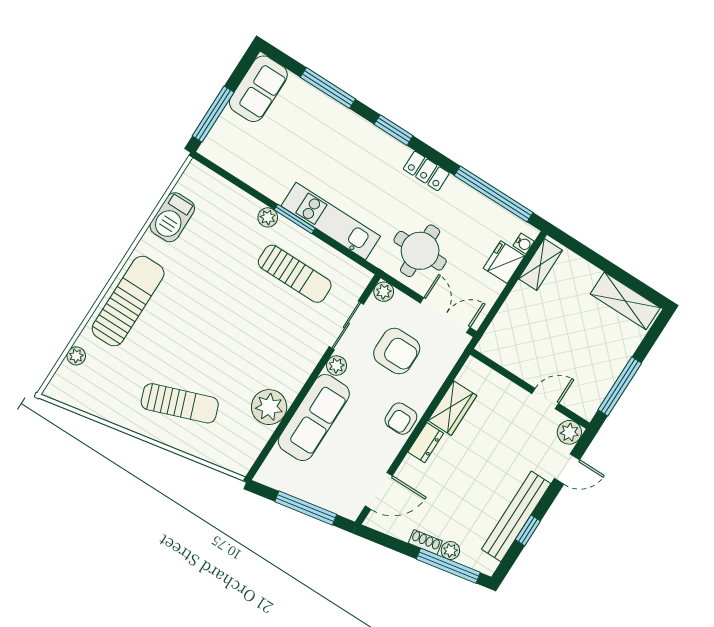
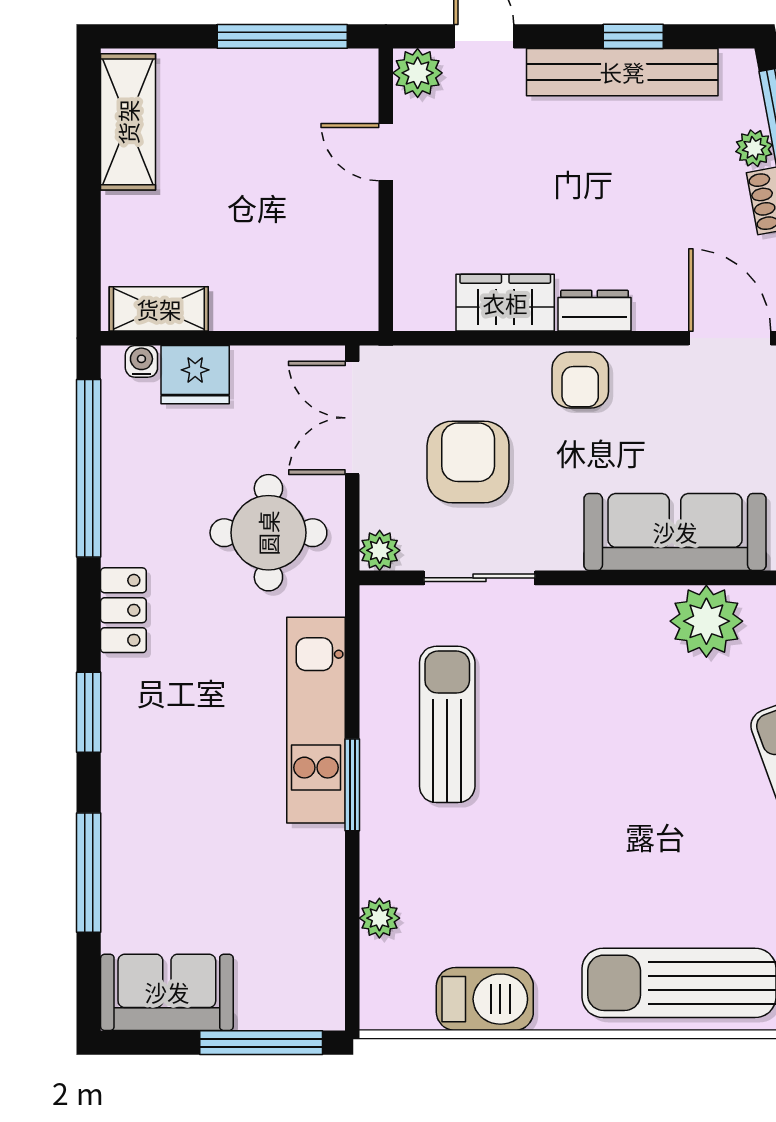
plant: (268, 217) -> (379, 918), moved
plant: (336, 366) -> (560, 550), removed
armchair: (401, 419) -> (580, 380), turned 90

